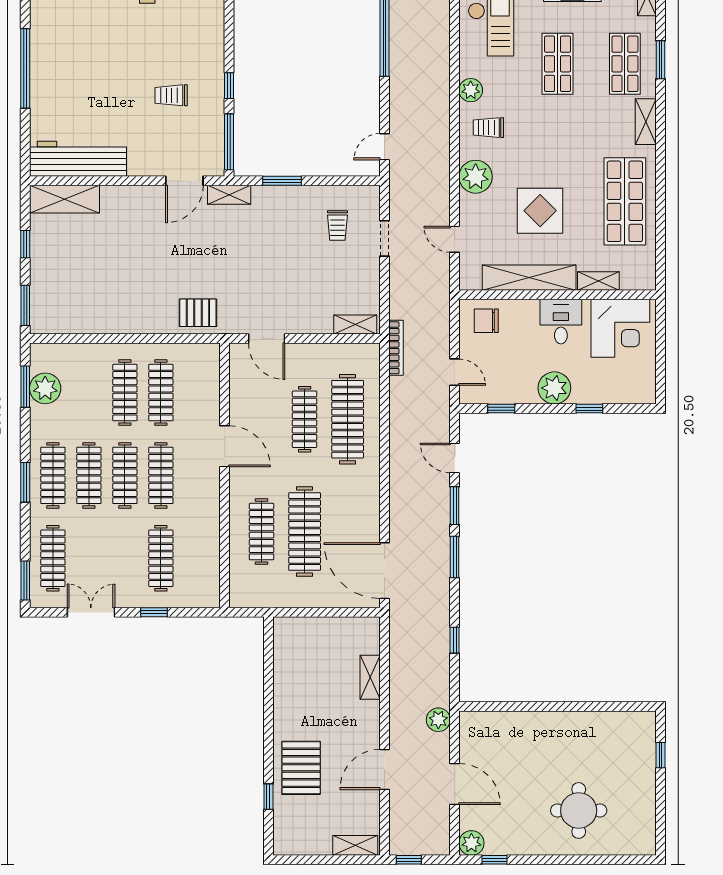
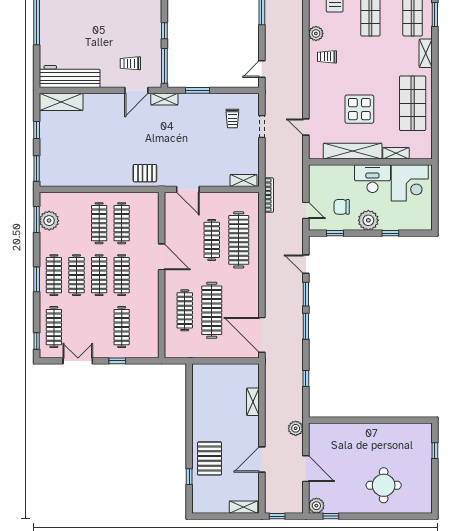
trolley: (171, 95) -> (130, 63), moved
plant: (476, 177) -> (319, 88), removed
chair: (486, 321) -> (342, 207), moved
desk: (561, 322) -> (372, 179), width x1.37
window: (25, 580) -> (37, 341), width x0.67

